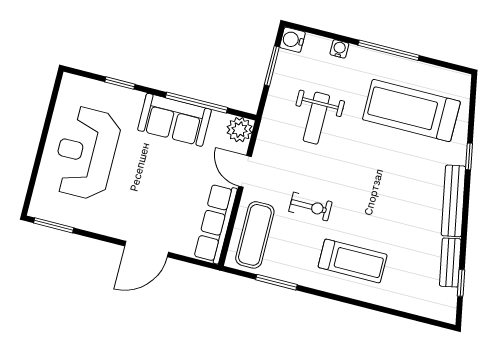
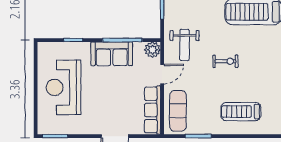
weight bench: (316, 118) -> (185, 45), moved
door: (245, 171) -> (162, 74), swing flipped
exercise bike: (310, 207) -> (225, 61), moved
treadmill: (353, 261) -> (241, 112), turned 180

